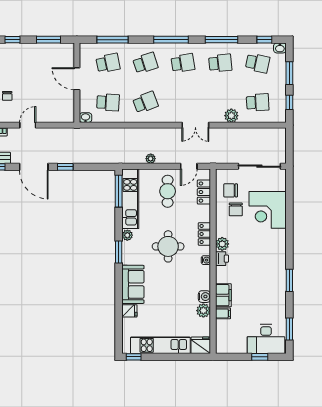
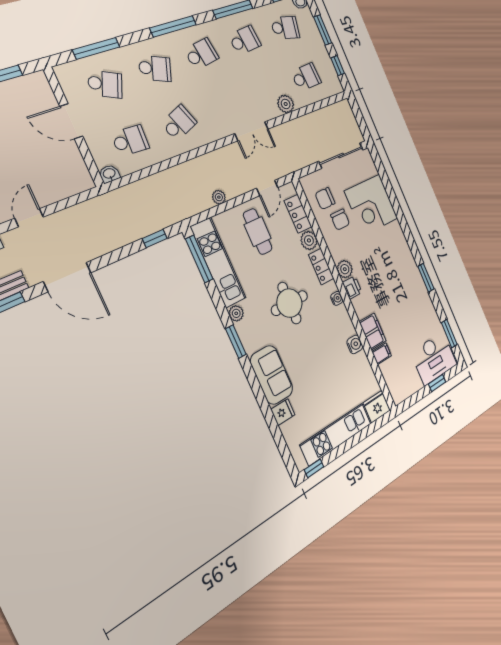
school desk: (108, 63) -> (105, 84), turned 36
school desk: (145, 63) -> (155, 68), turned 39
window: (65, 167) -> (155, 238), moved
plant: (203, 311) -> (309, 240), moved

